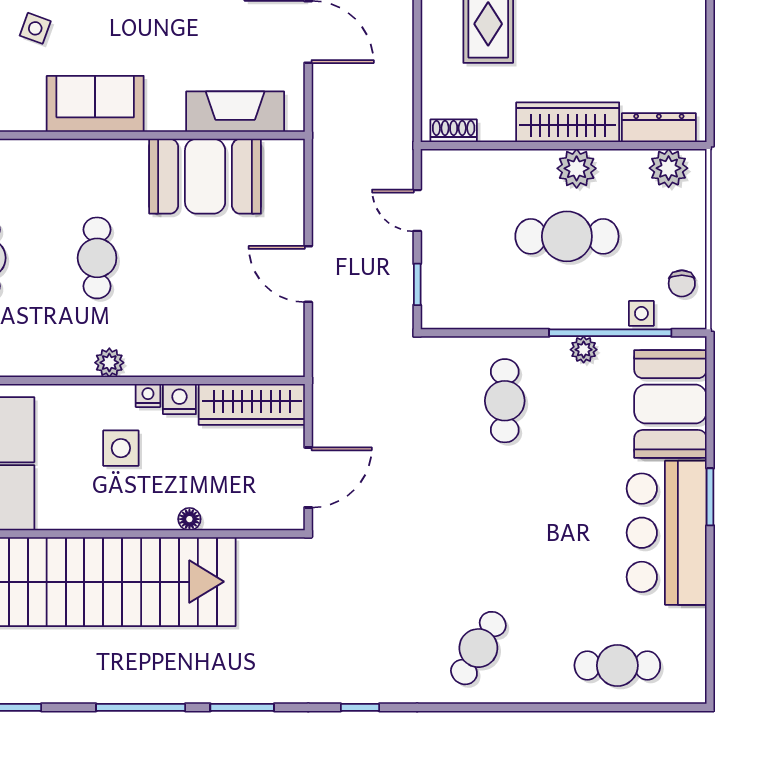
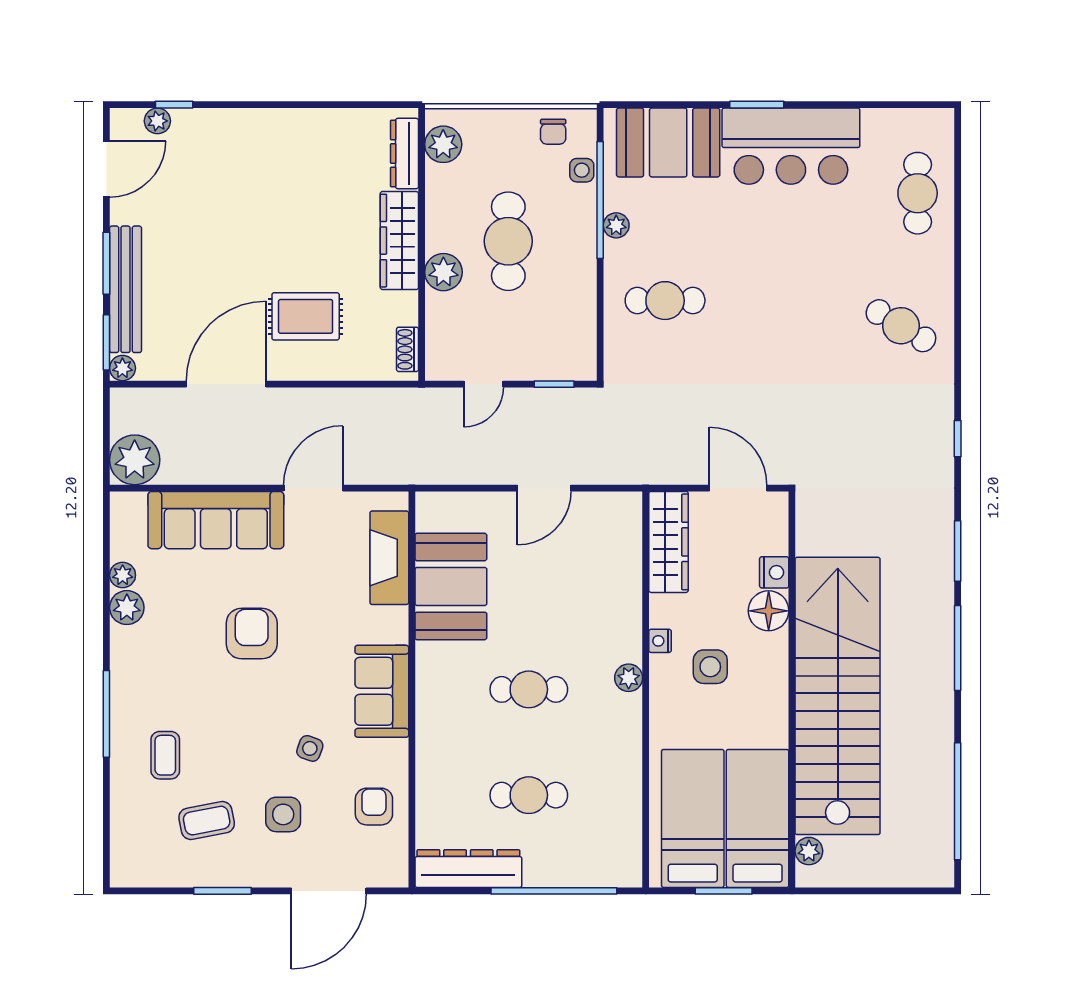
plant: (577, 168) -> (443, 272), moved
chair: (682, 283) -> (553, 132), turned 90
nightstand: (179, 399) -> (774, 572), moved, turned 180
floor lamp: (189, 519) -> (769, 611), width x1.89, depth x1.89

